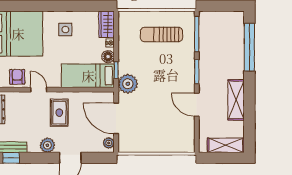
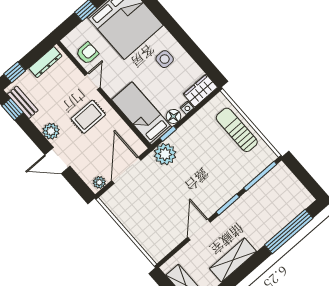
sun lounger: (161, 34) -> (237, 130), moved

